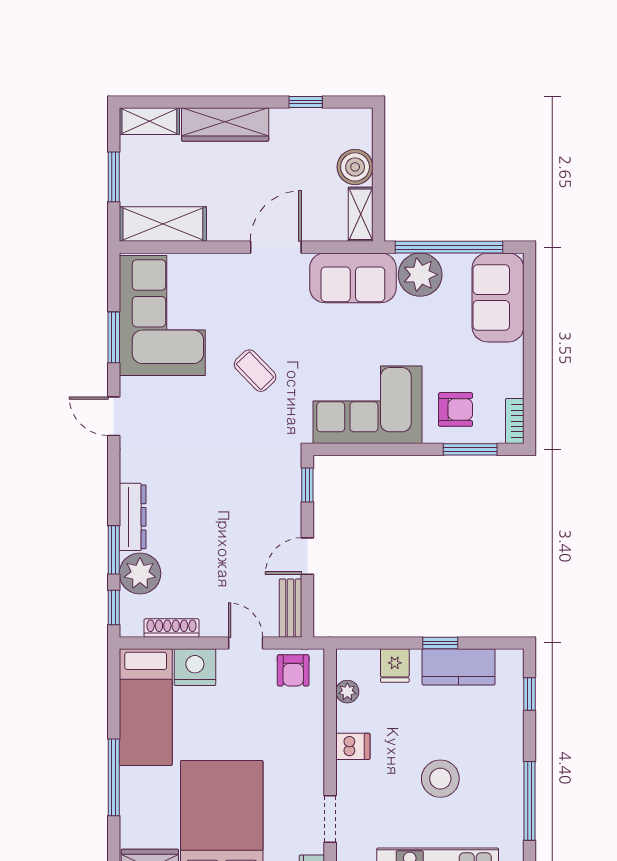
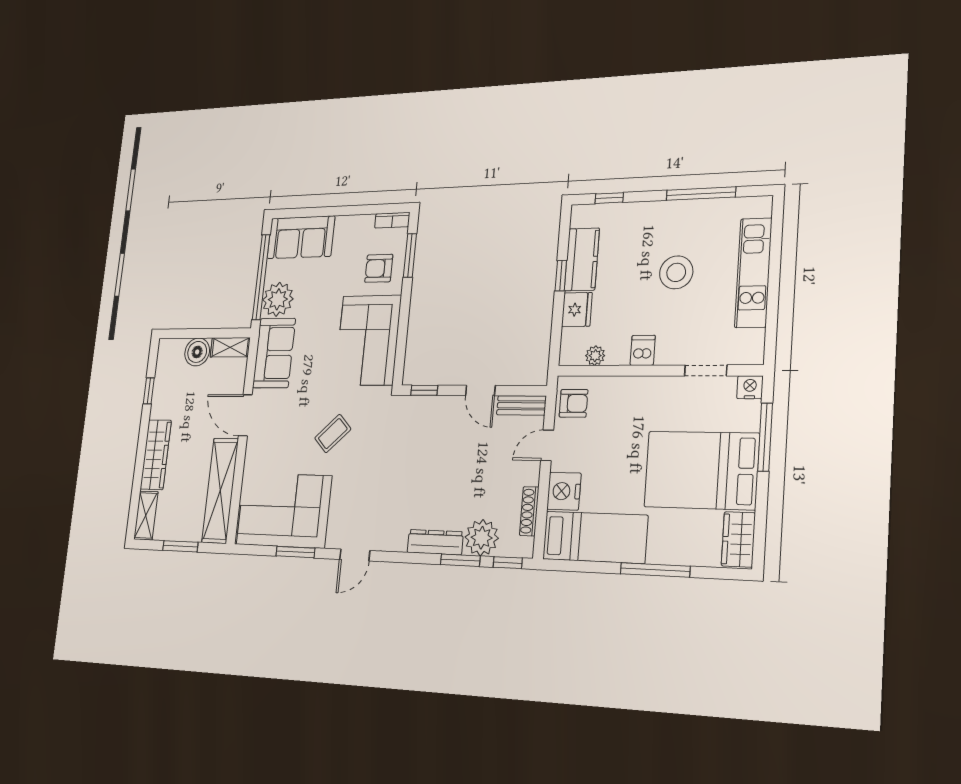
shelving: (163, 224) -> (220, 491), width x1.47
armchair: (455, 409) -> (379, 268), turned -90
fridge: (395, 666) -> (577, 310), width x1.38

